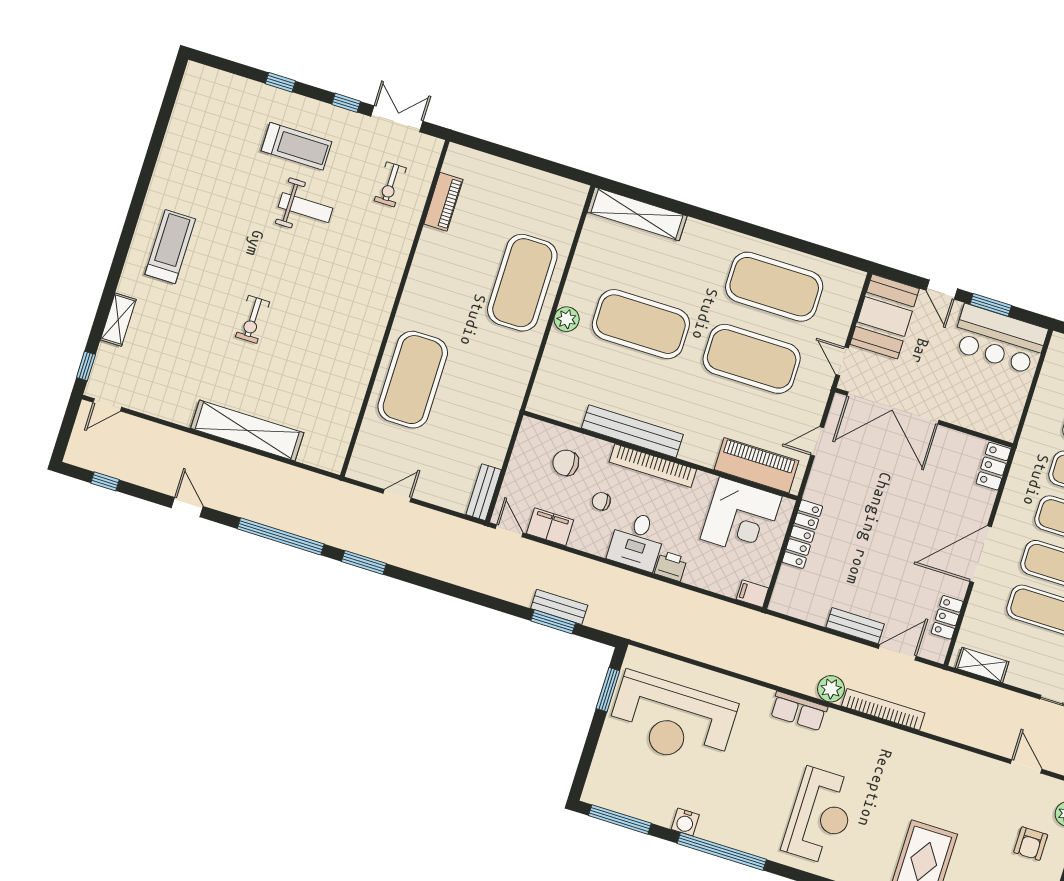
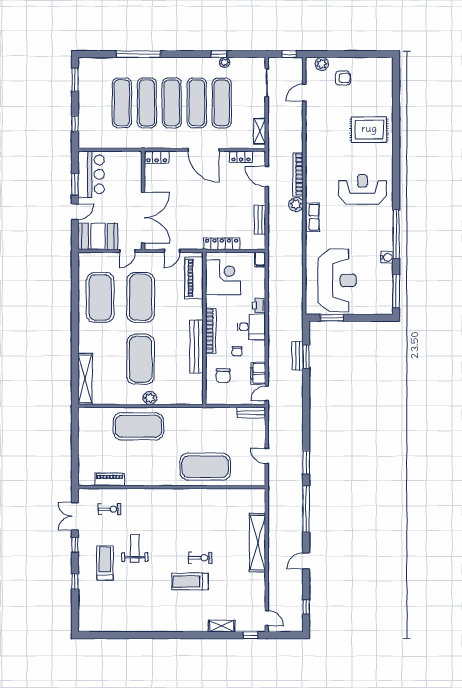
treadmill: (170, 247) -> (190, 582), moved
door: (817, 441) -> (172, 251), hinge flipped
bench: (855, 626) -> (260, 220), moved

